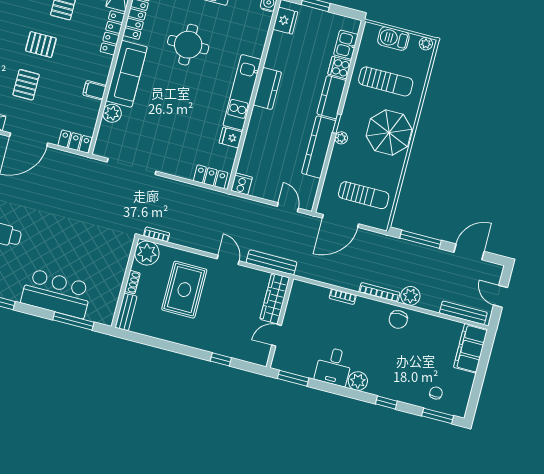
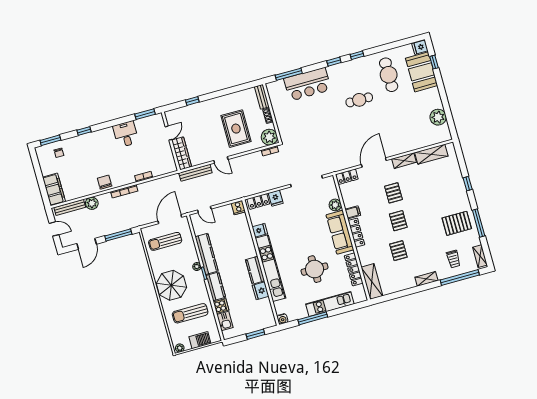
fridge: (285, 21) -> (261, 291), moved
locker: (112, 33) -> (356, 233), moved
pallet: (41, 45) -> (398, 221), turned 90
kitchen unit: (242, 92) -> (270, 268), width x1.36
fridge: (185, 168) -> (276, 198), added
plant: (410, 296) -> (92, 203), moved
plant: (358, 381) -> (107, 134), removed

